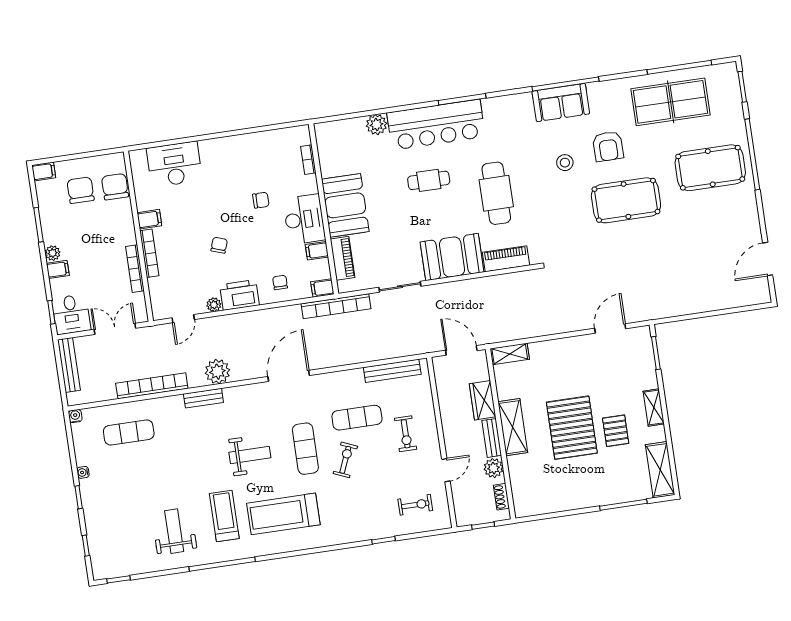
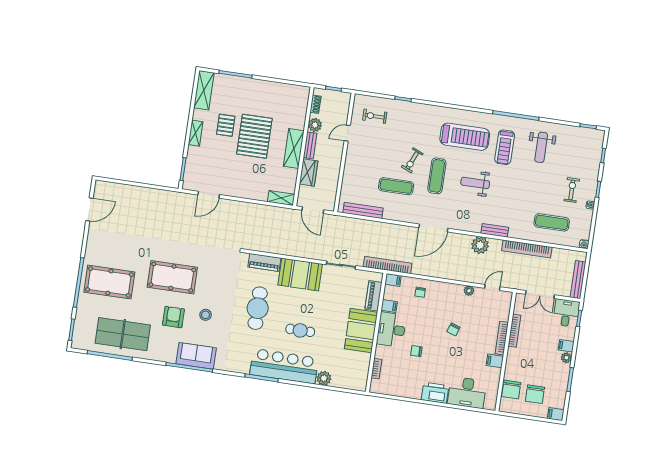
printer: (240, 295) -> (435, 393), moved, turned 180
exercise bike: (406, 434) -> (572, 190), moved

